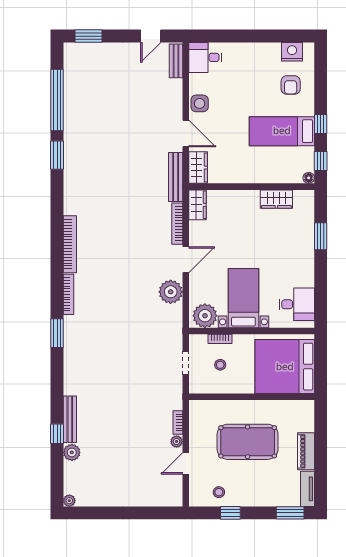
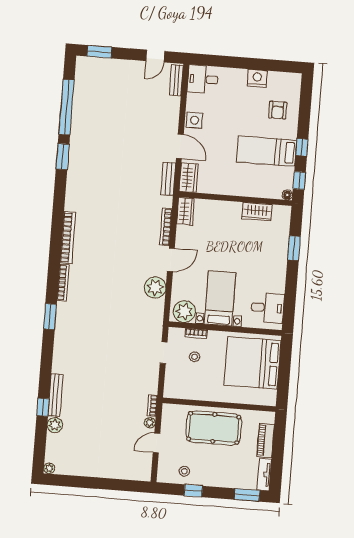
nightstand: (292, 52) -> (257, 78), moved
bench: (176, 177) -> (168, 179), width x0.73
wall: (252, 397) -> (219, 405), moved

